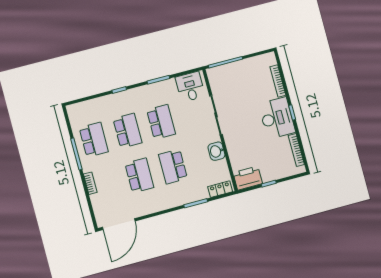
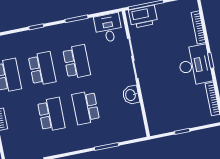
printer: (248, 178) -> (143, 17), moved, turned 180
locker: (220, 189) -> (132, 134), removed

